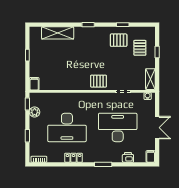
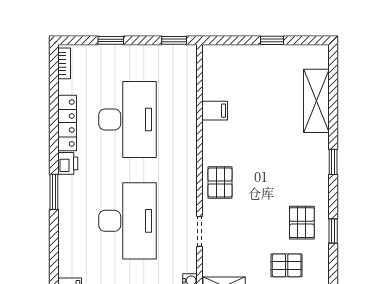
filing cabinet: (34, 84) -> (215, 111), moved
plant: (35, 112) -> (158, 55), removed
desk: (67, 127) -> (127, 119), turned 180
printer: (128, 157) -> (68, 163), moved
locker: (74, 158) -> (67, 123), width x1.53

